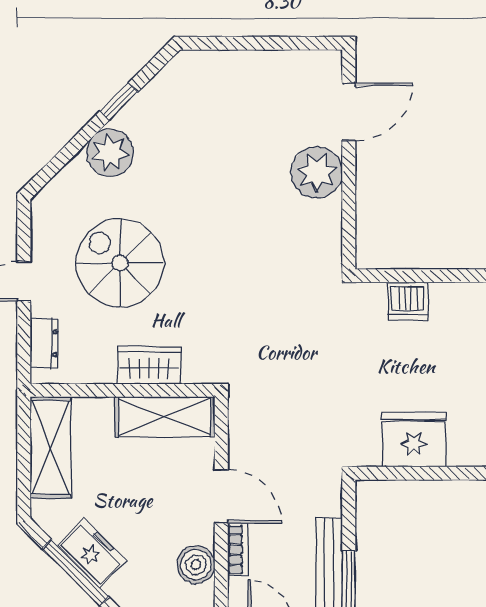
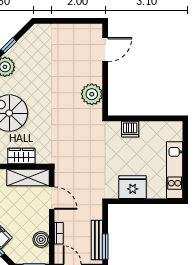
plant: (317, 172) -> (92, 94), moved
door: (221, 496) -> (52, 198), moved

